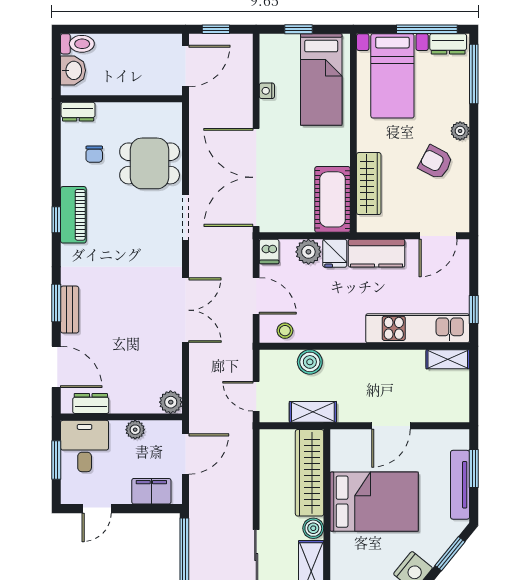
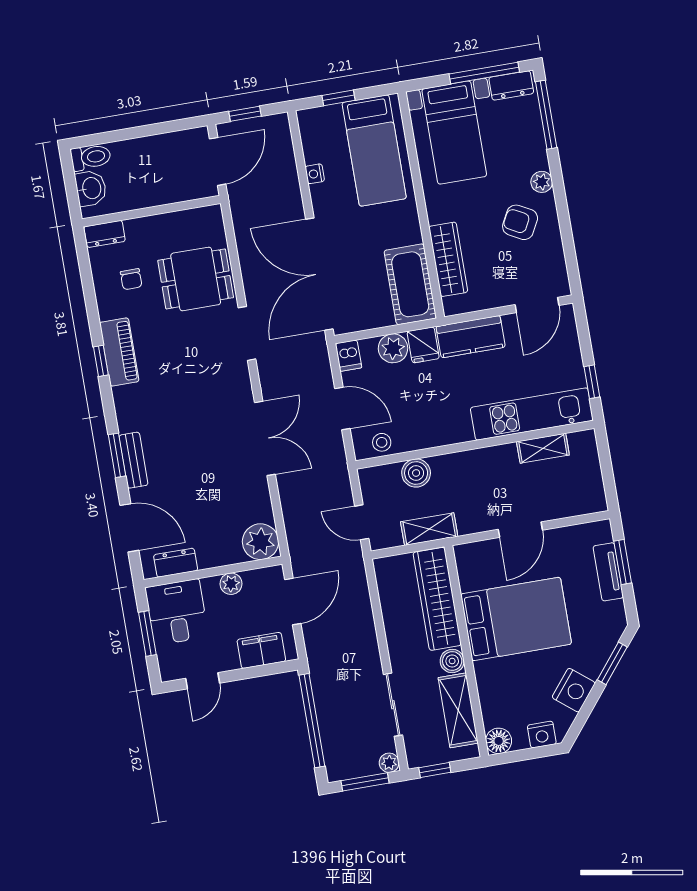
shelving: (448, 359) -> (543, 448), moved
plant: (171, 402) -> (260, 542), width x1.36, depth x1.36
tv unit: (460, 485) -> (608, 572), width x0.71

